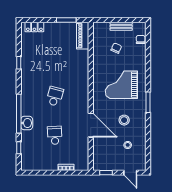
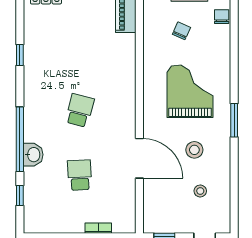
grand piano: (121, 85) -> (190, 91), turned 90

